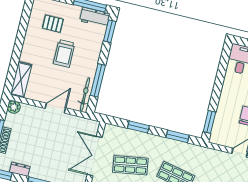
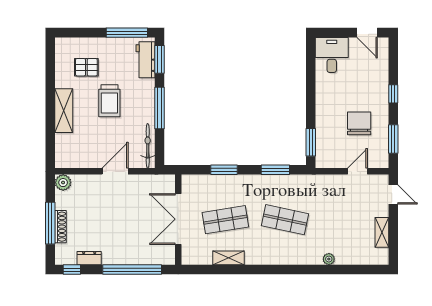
workbench: (95, 17) -> (145, 60), moved, turned 90
shelving: (21, 80) -> (64, 111), moved
window: (98, 80) -> (159, 108), moved

